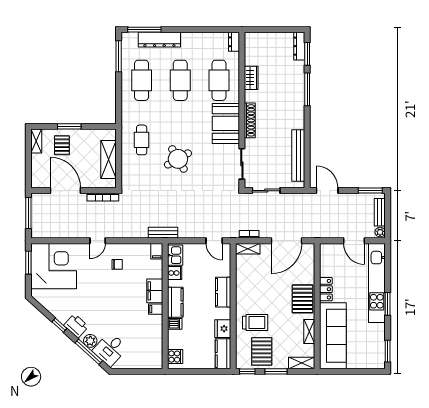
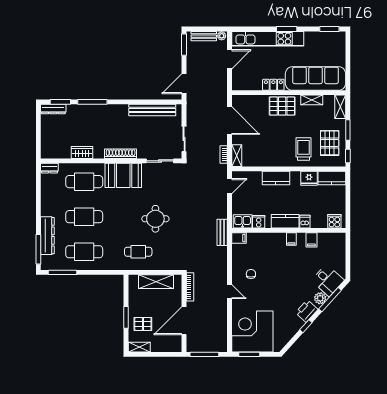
round table: (178, 159) -> (155, 219), turned 30
filing cabinet: (155, 291) -> (311, 240), moved, width x0.50
pallet: (262, 351) -> (330, 143), turned 90

